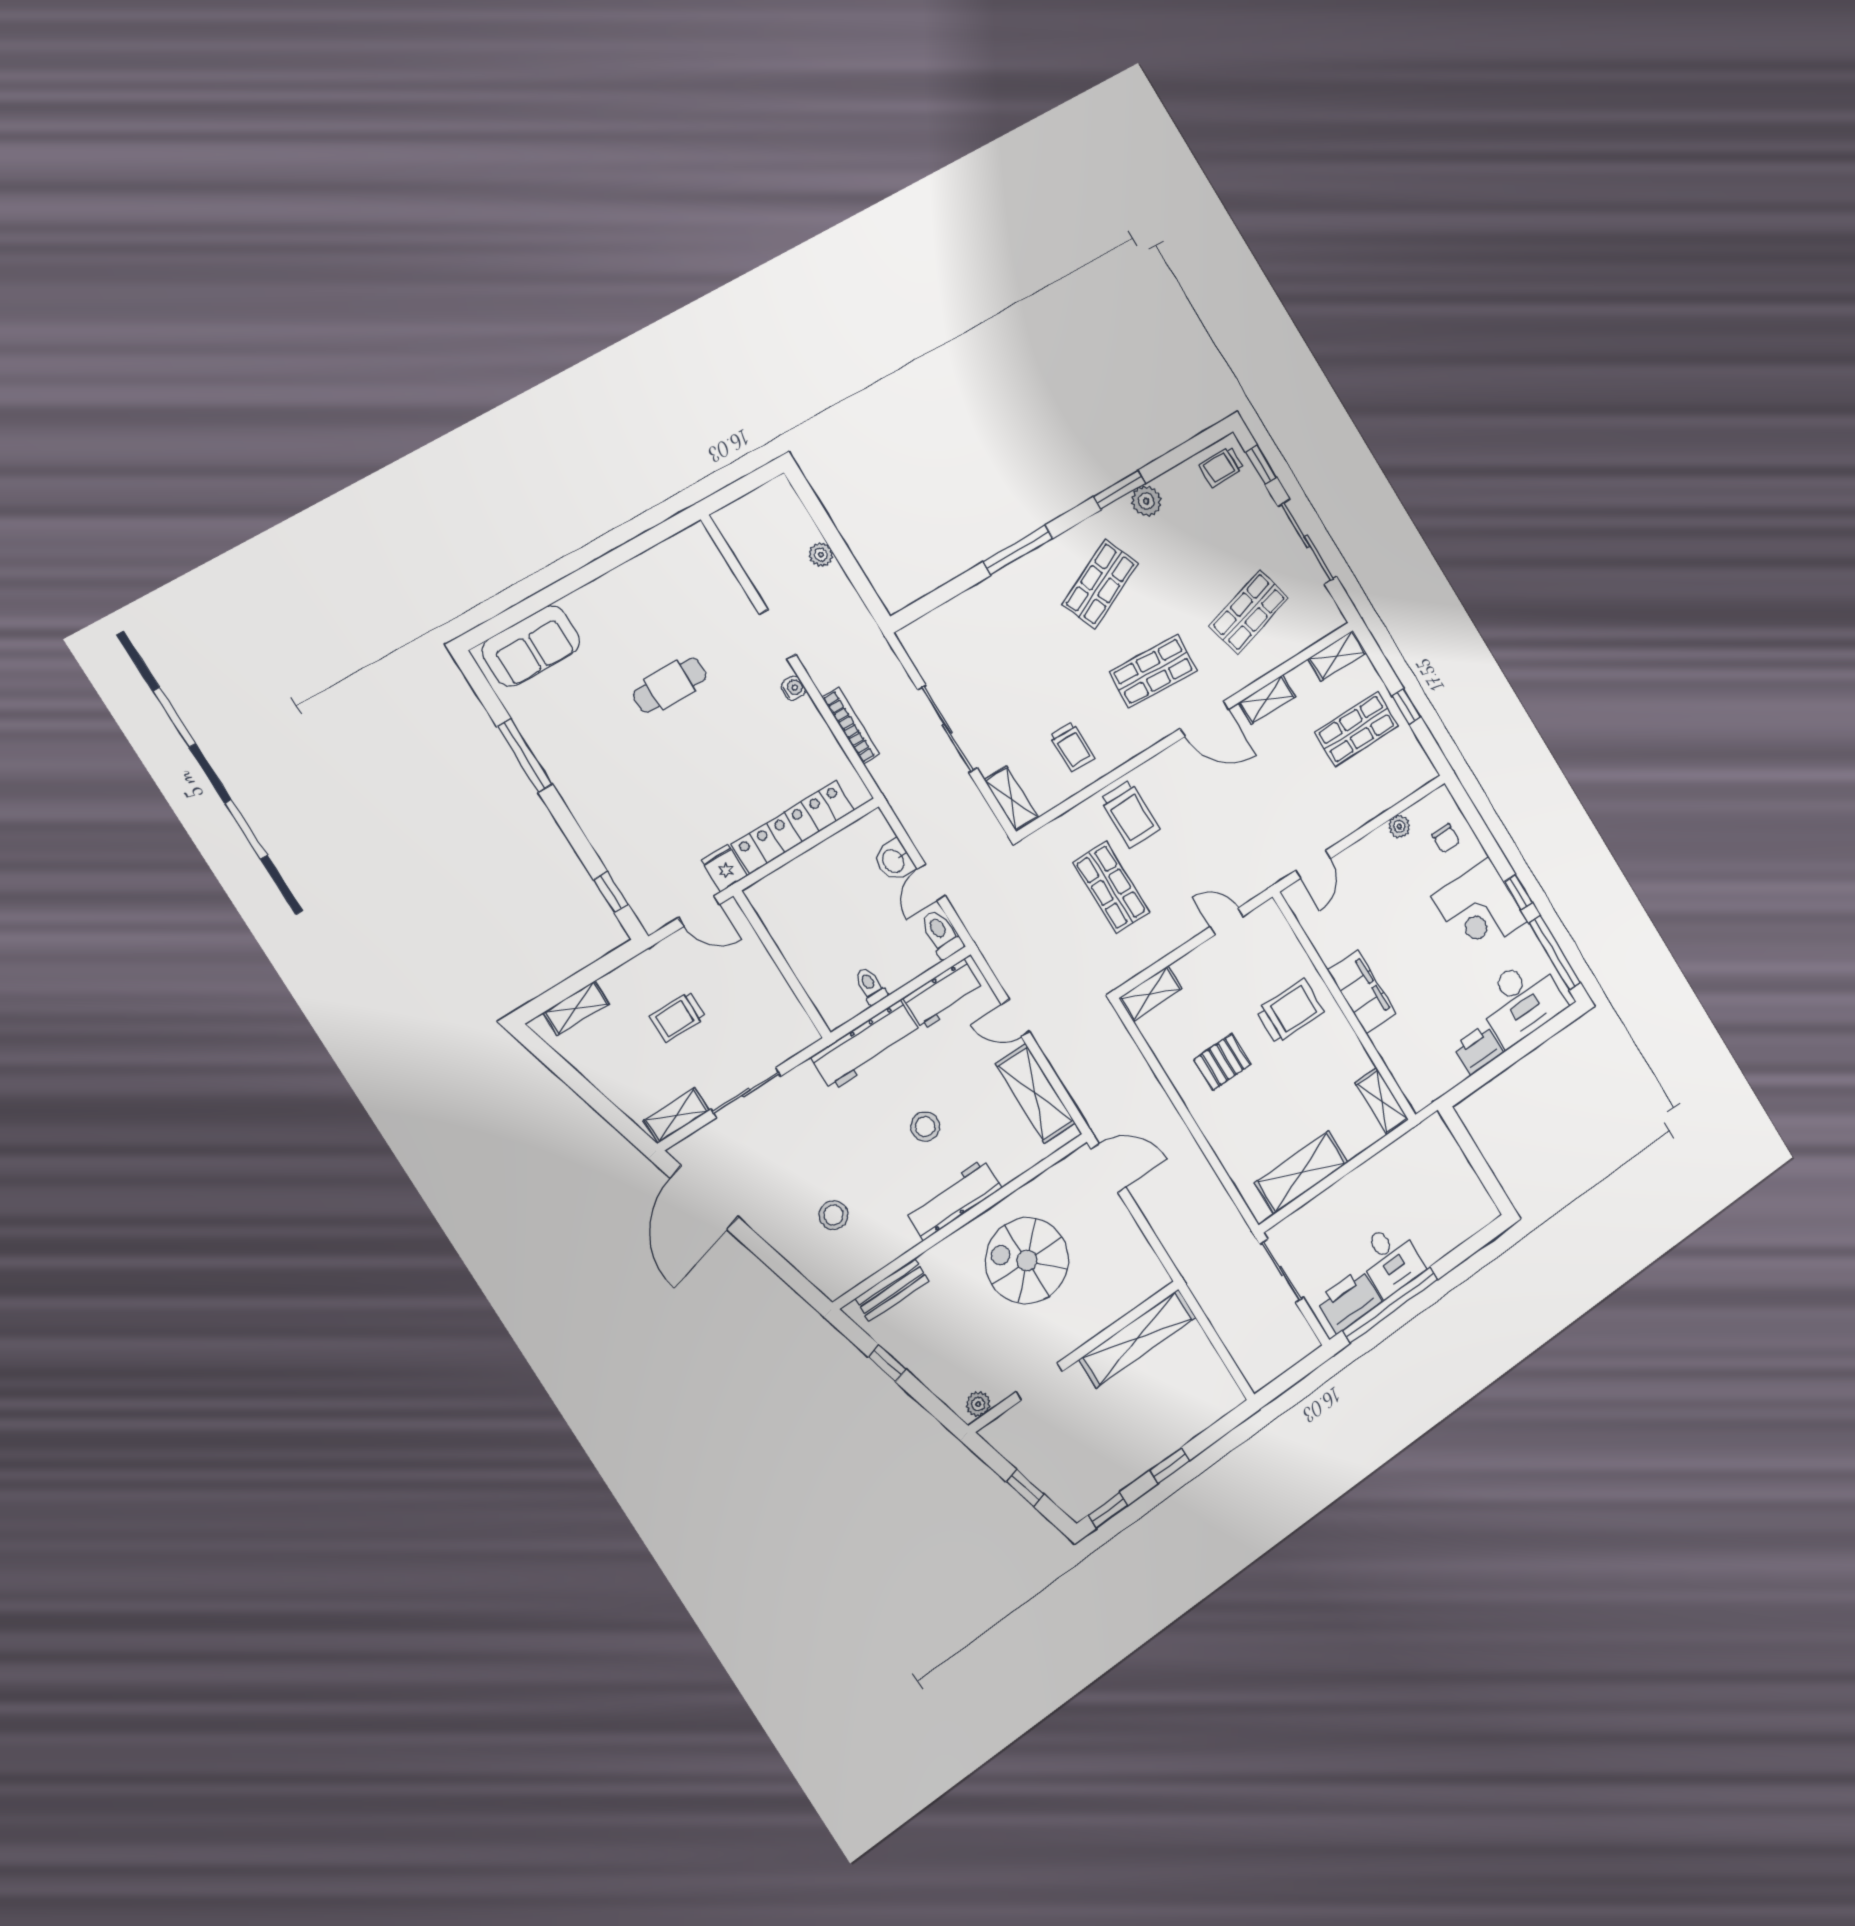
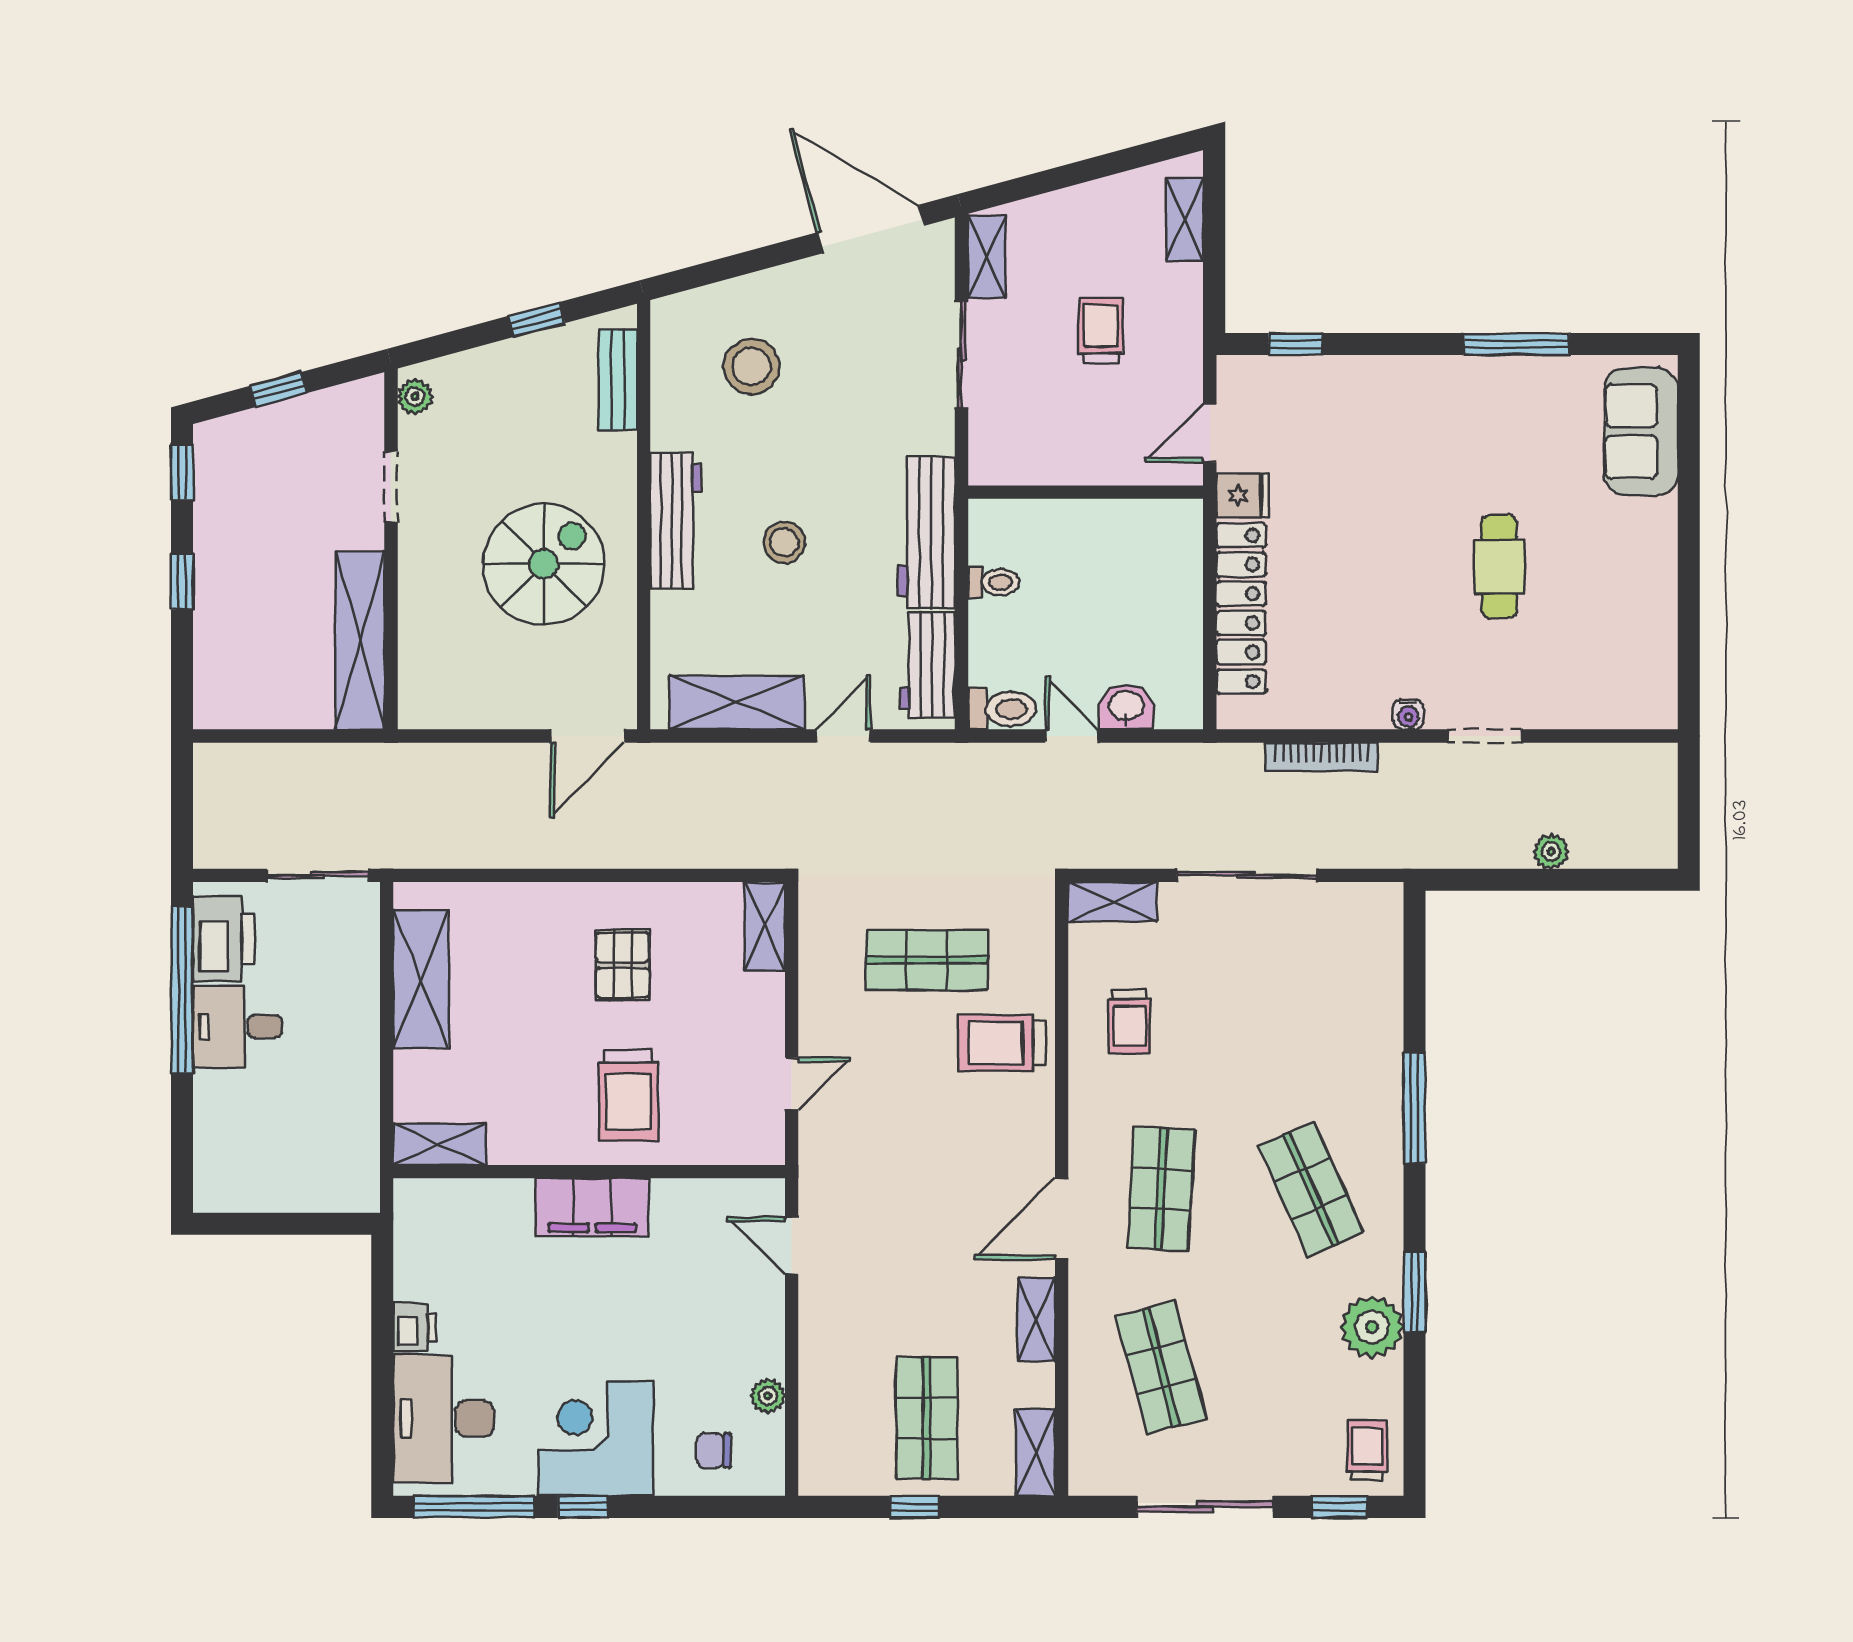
plant: (1146, 501) -> (1372, 1327), width x1.36, depth x1.36
trolley: (1072, 747) -> (1130, 1022), turned -90
printer: (1478, 1049) -> (415, 1327), width x0.73, depth x0.81
stool: (834, 1215) -> (751, 366), width x1.38, depth x1.38

